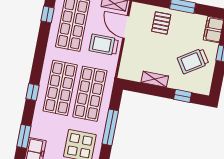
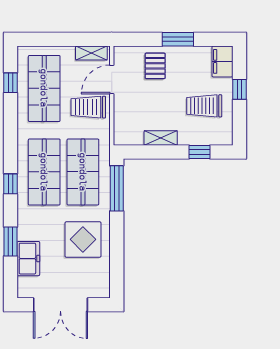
door: (126, 27) -> (112, 79), hinge flipped
trolley: (193, 61) -> (204, 106), turned 33
window: (110, 127) -> (117, 188), moved

